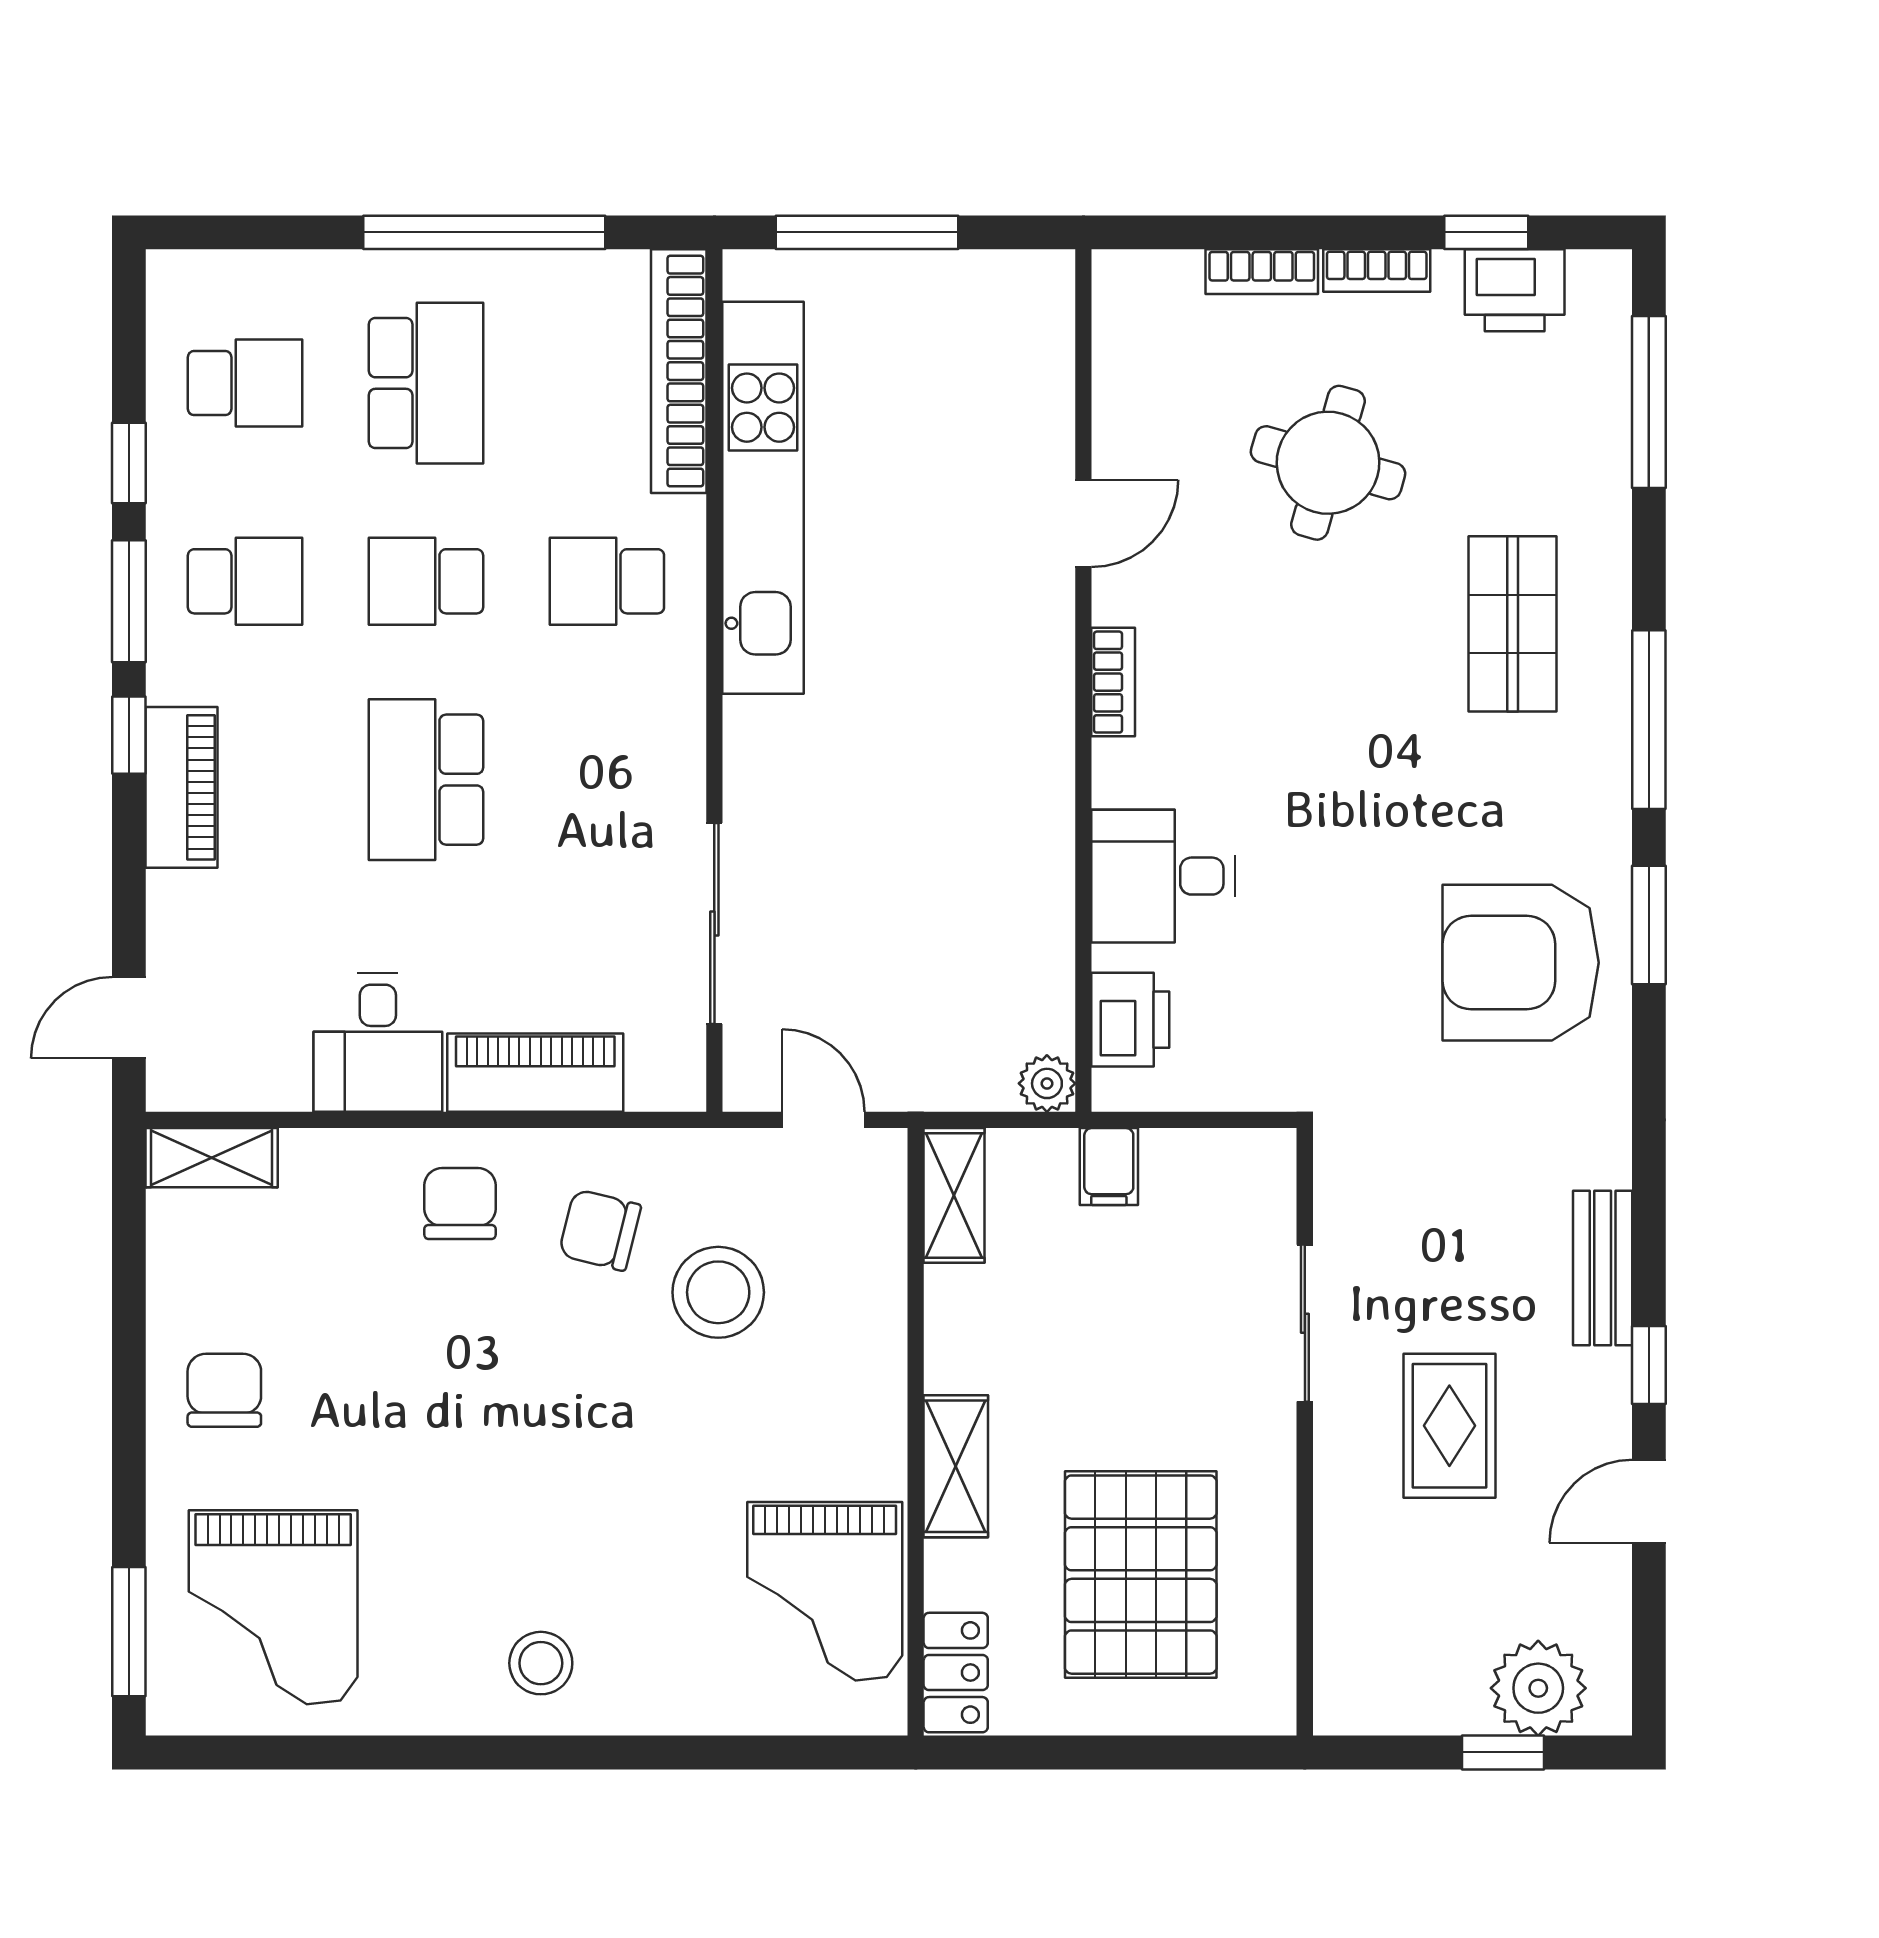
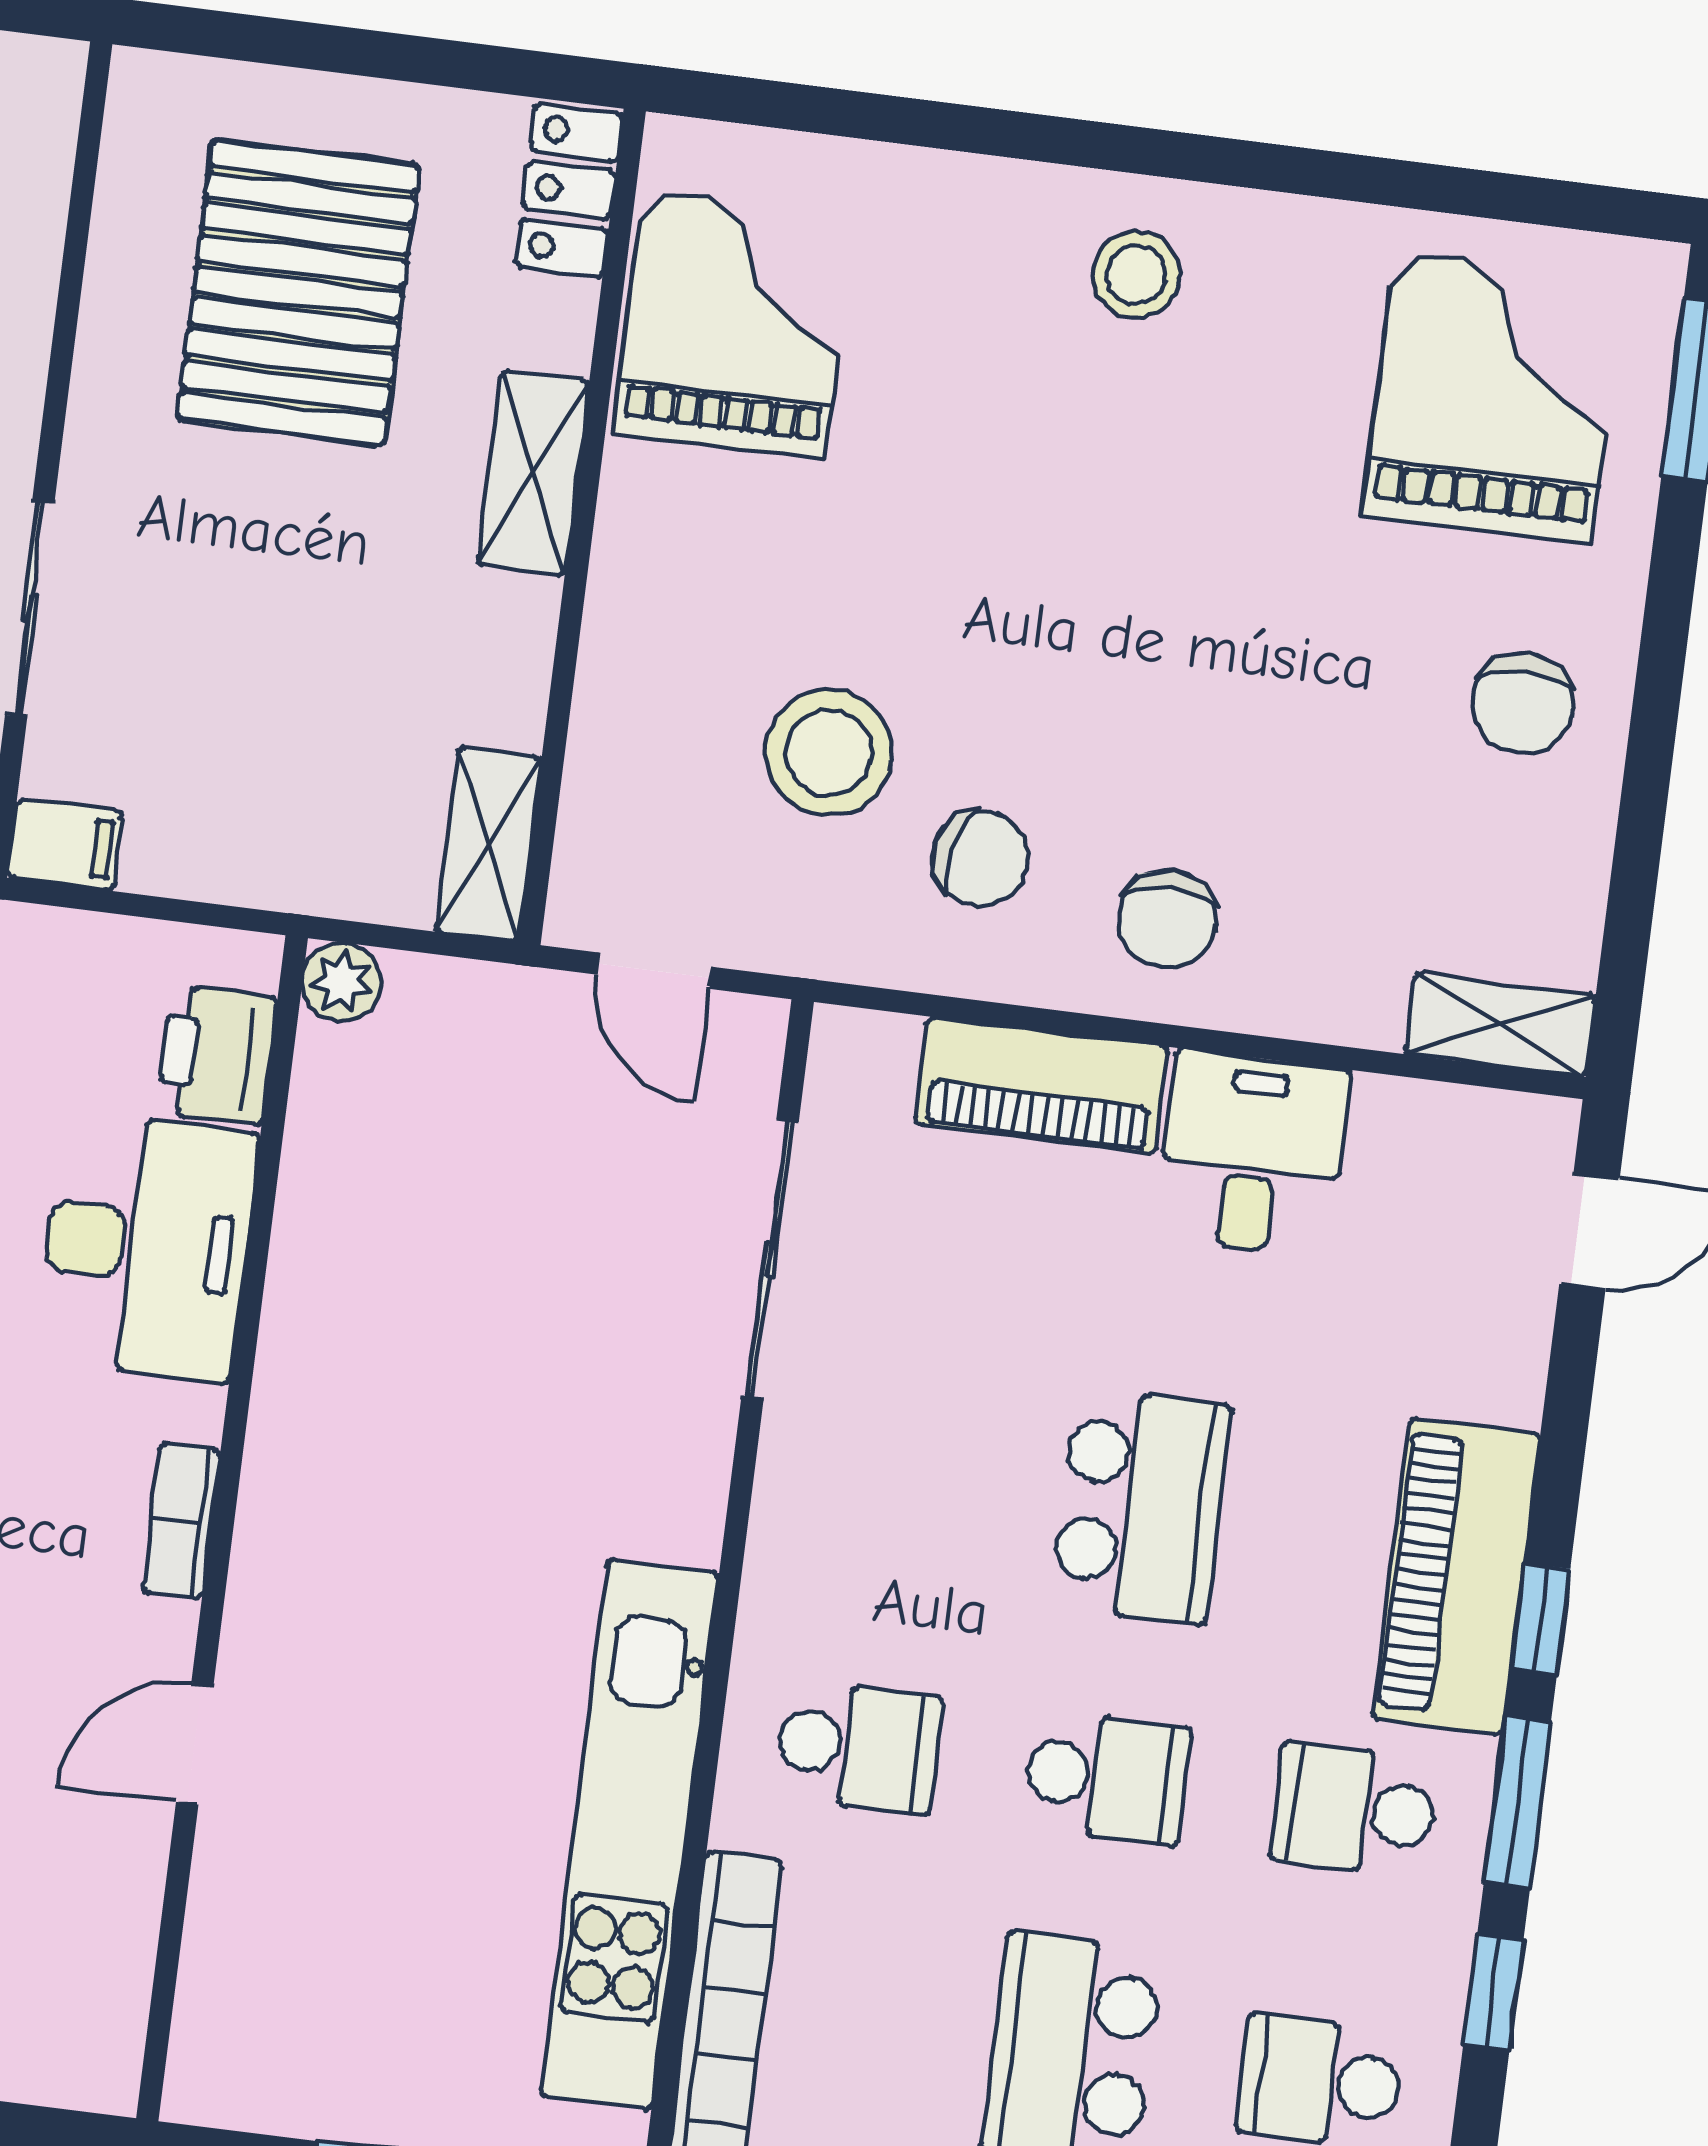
piano: (182, 787) -> (1456, 1576), width x1.37, depth x1.33
desk: (1163, 876) -> (147, 1246), width x1.37
filing cabinet: (1109, 1167) -> (65, 845), moved, turned 90

